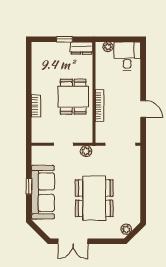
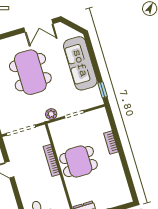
dining table: (73, 97) -> (78, 162), turned 90
window: (29, 186) -> (103, 90), moved
double door: (73, 241) -> (38, 26), swing flipped

